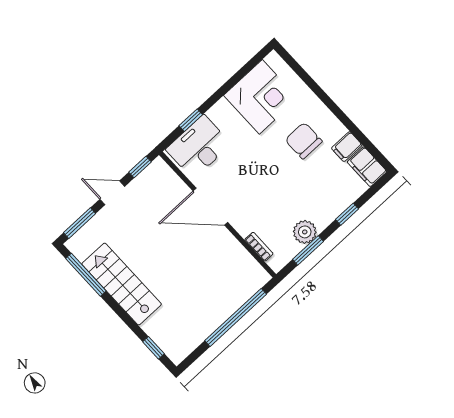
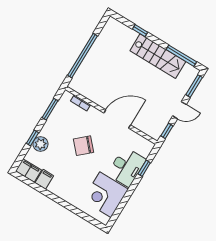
chair: (304, 141) -> (83, 146), moved, turned 138
desk: (198, 147) -> (127, 167), moved
plant: (305, 232) -> (40, 144), moved
window: (153, 348) -> (140, 31), moved

